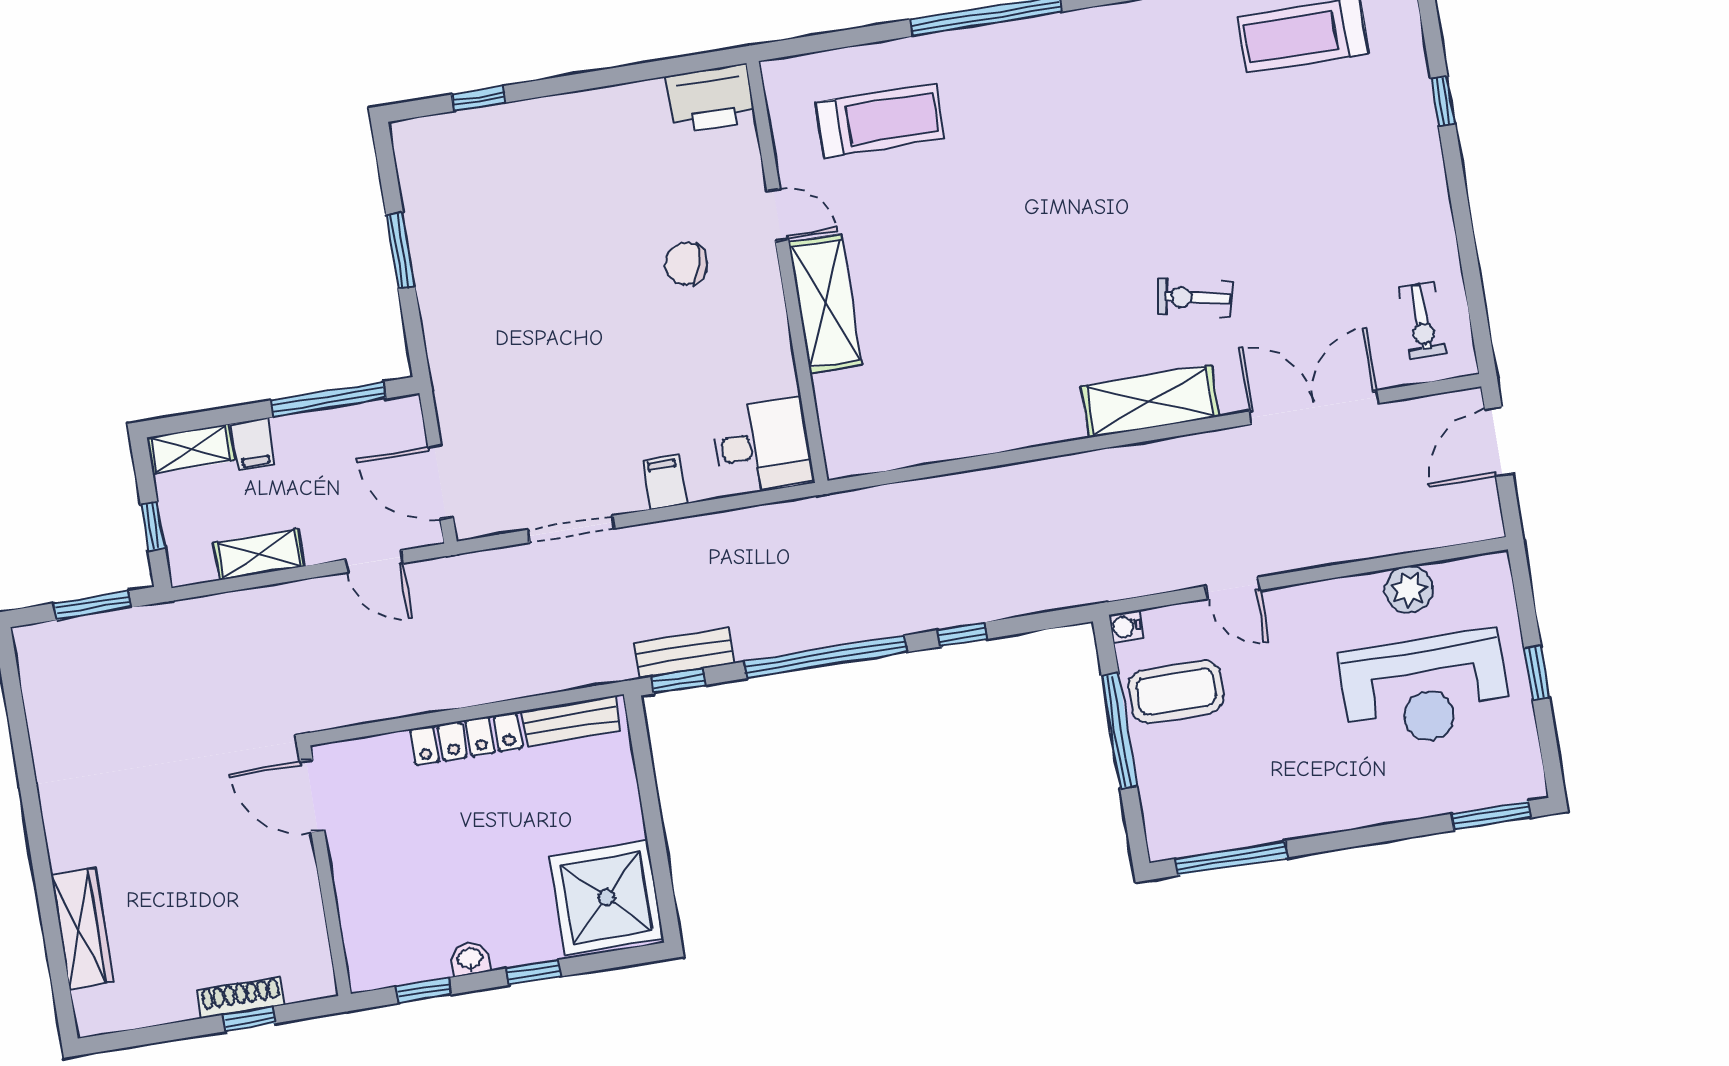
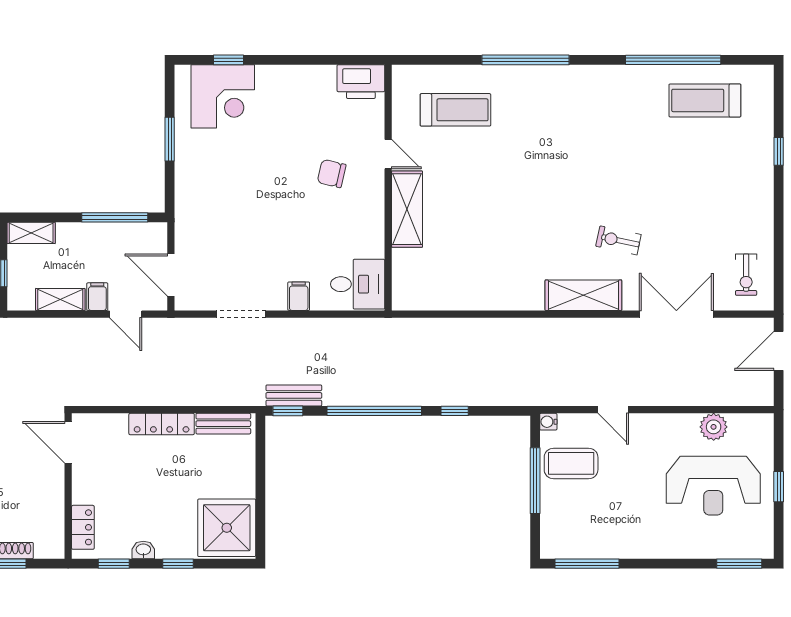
corner desk: (479, 162) -> (223, 96), added
filing cabinet: (253, 444) -> (97, 297), moved, turned 180
locker: (361, 937) -> (83, 527), added

